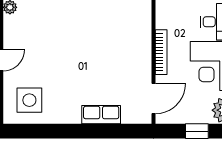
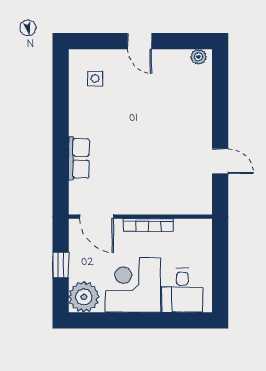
side table: (29, 100) -> (95, 78), width x0.54, depth x0.54

